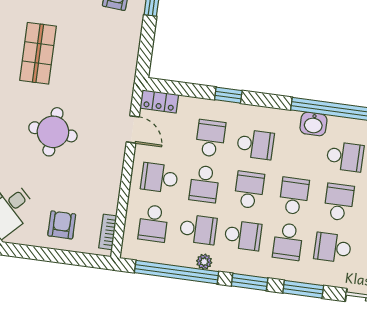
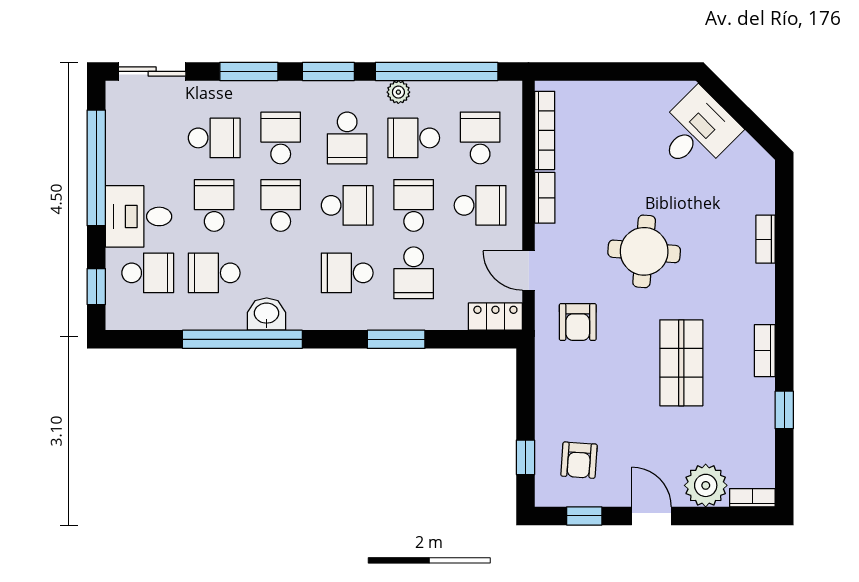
window: (228, 95) -> (396, 339), width x1.50
bookcase: (115, 177) -> (545, 198), added
school desk: (249, 190) -> (347, 205), turned -90
school desk: (294, 196) -> (281, 205), turned 180
school desk: (339, 202) -> (214, 205), turned 180
armchair: (62, 225) -> (578, 322), moved
bookcase: (108, 232) -> (545, 130), width x1.56
school desk: (243, 235) -> (347, 138), turned -90

